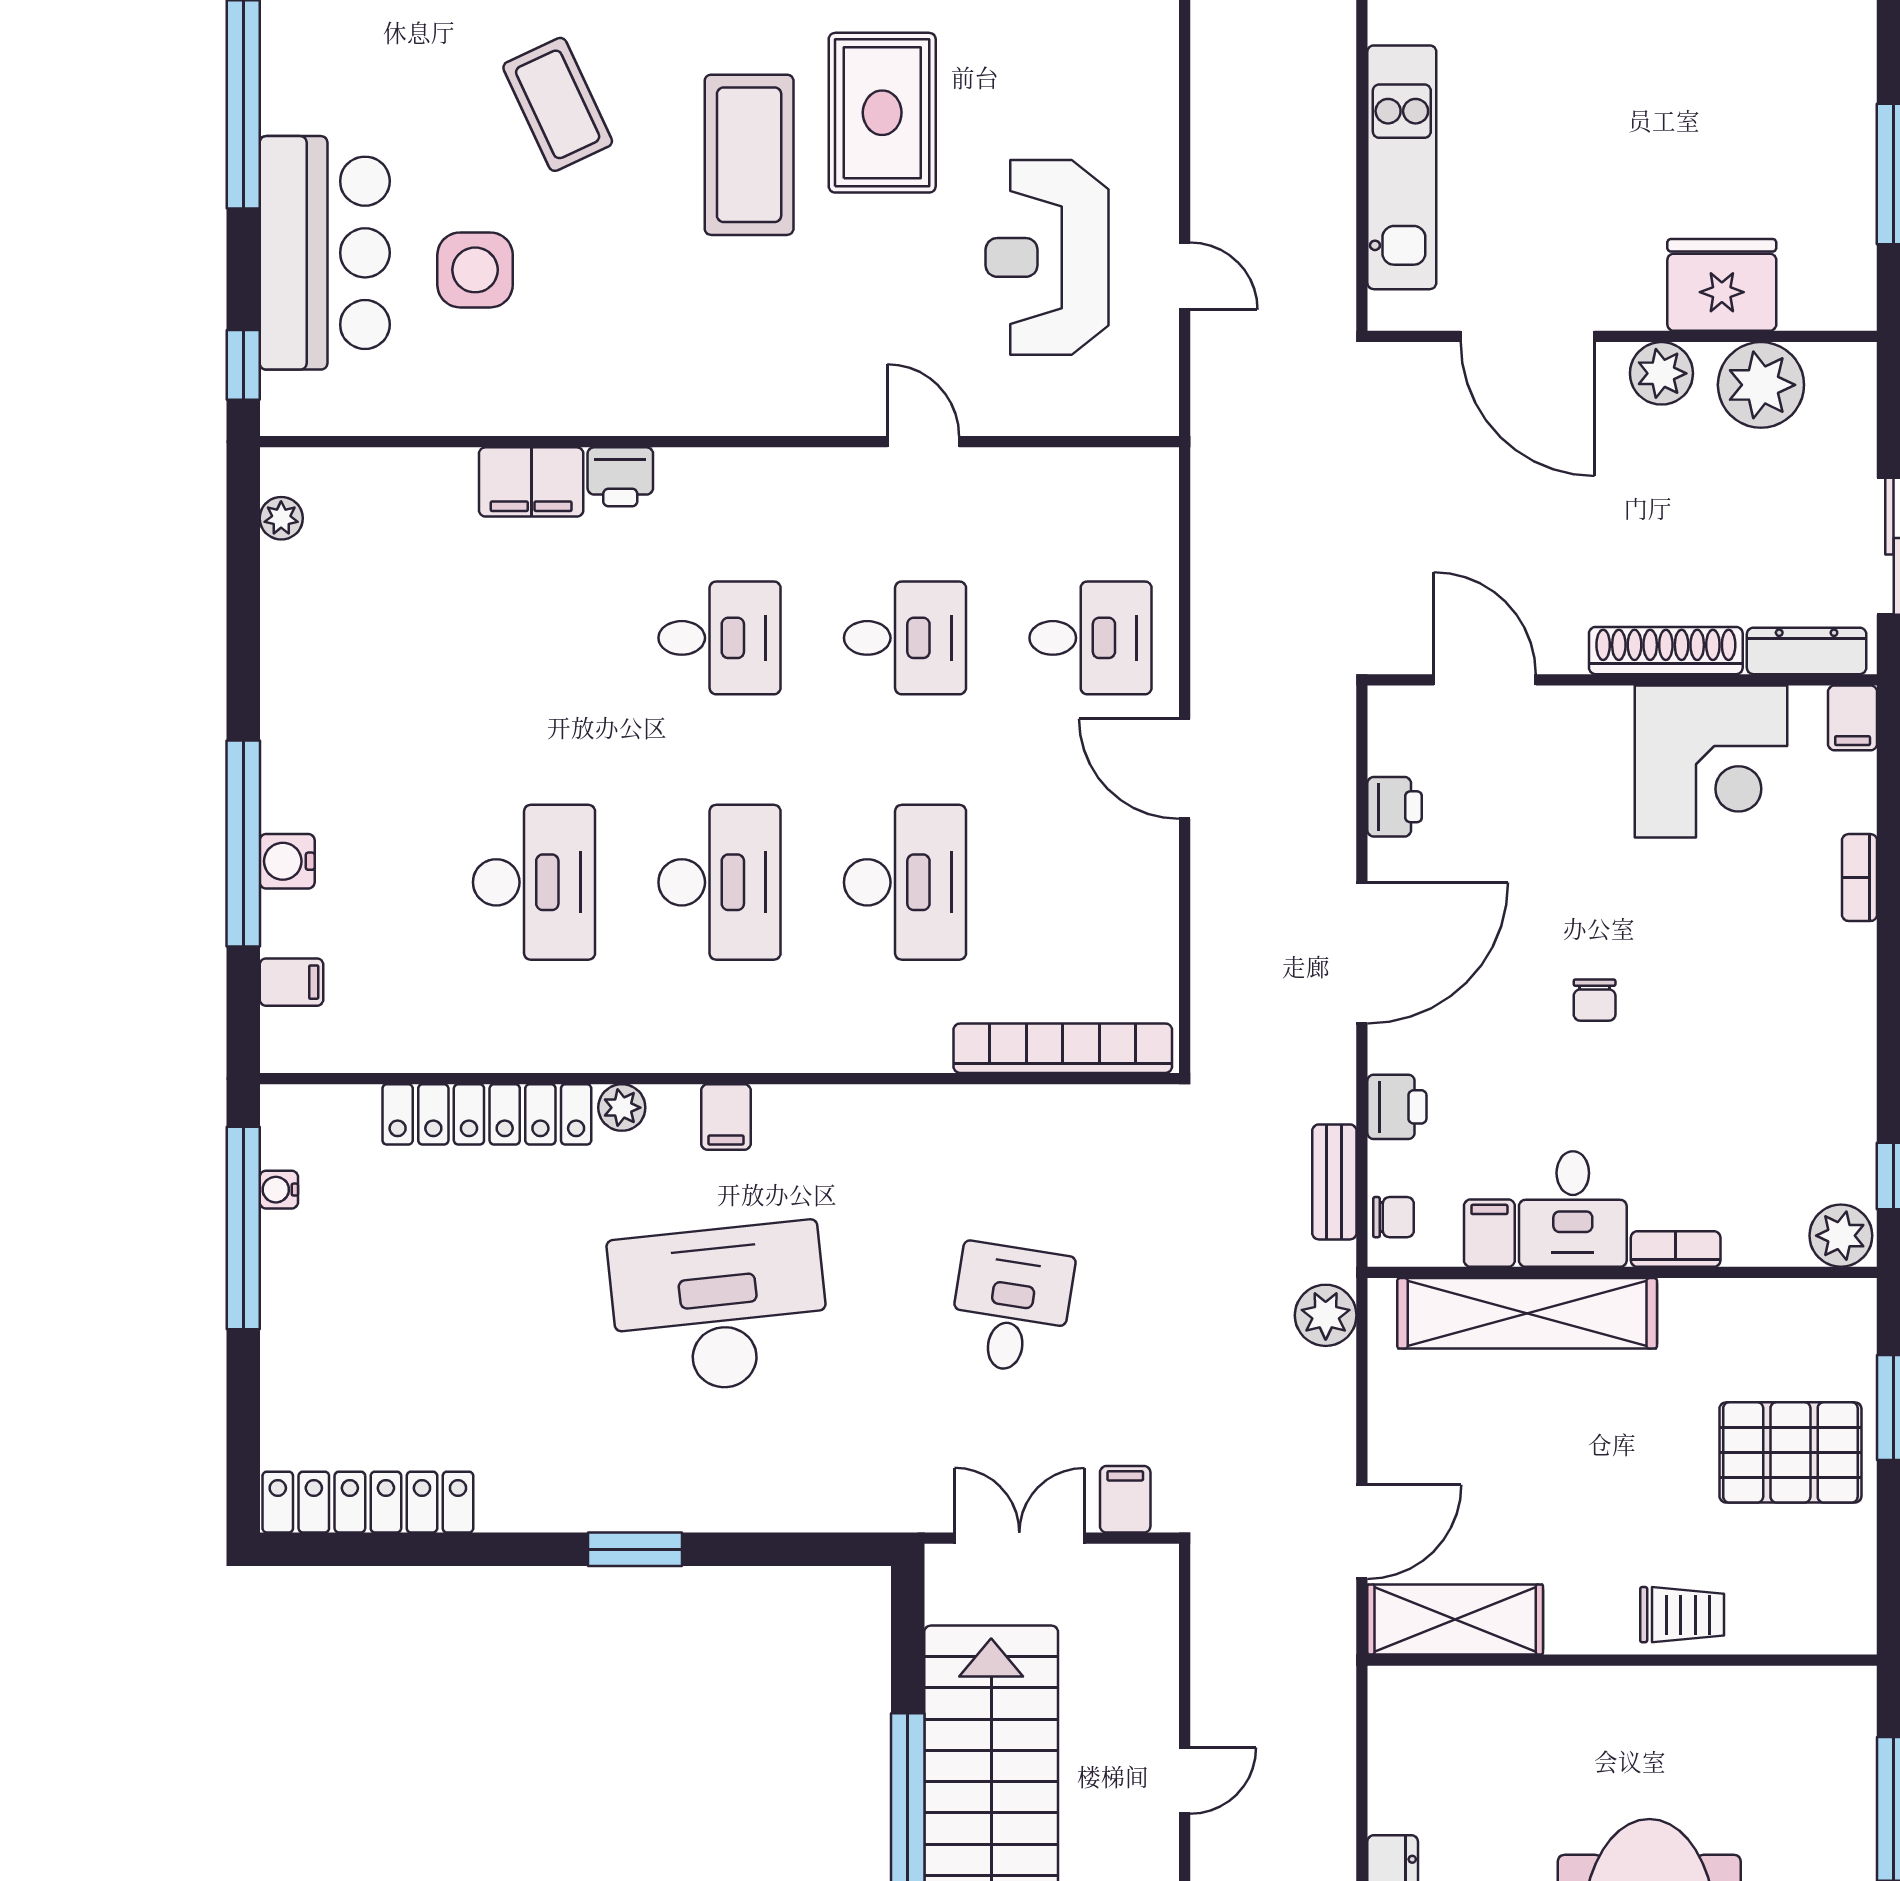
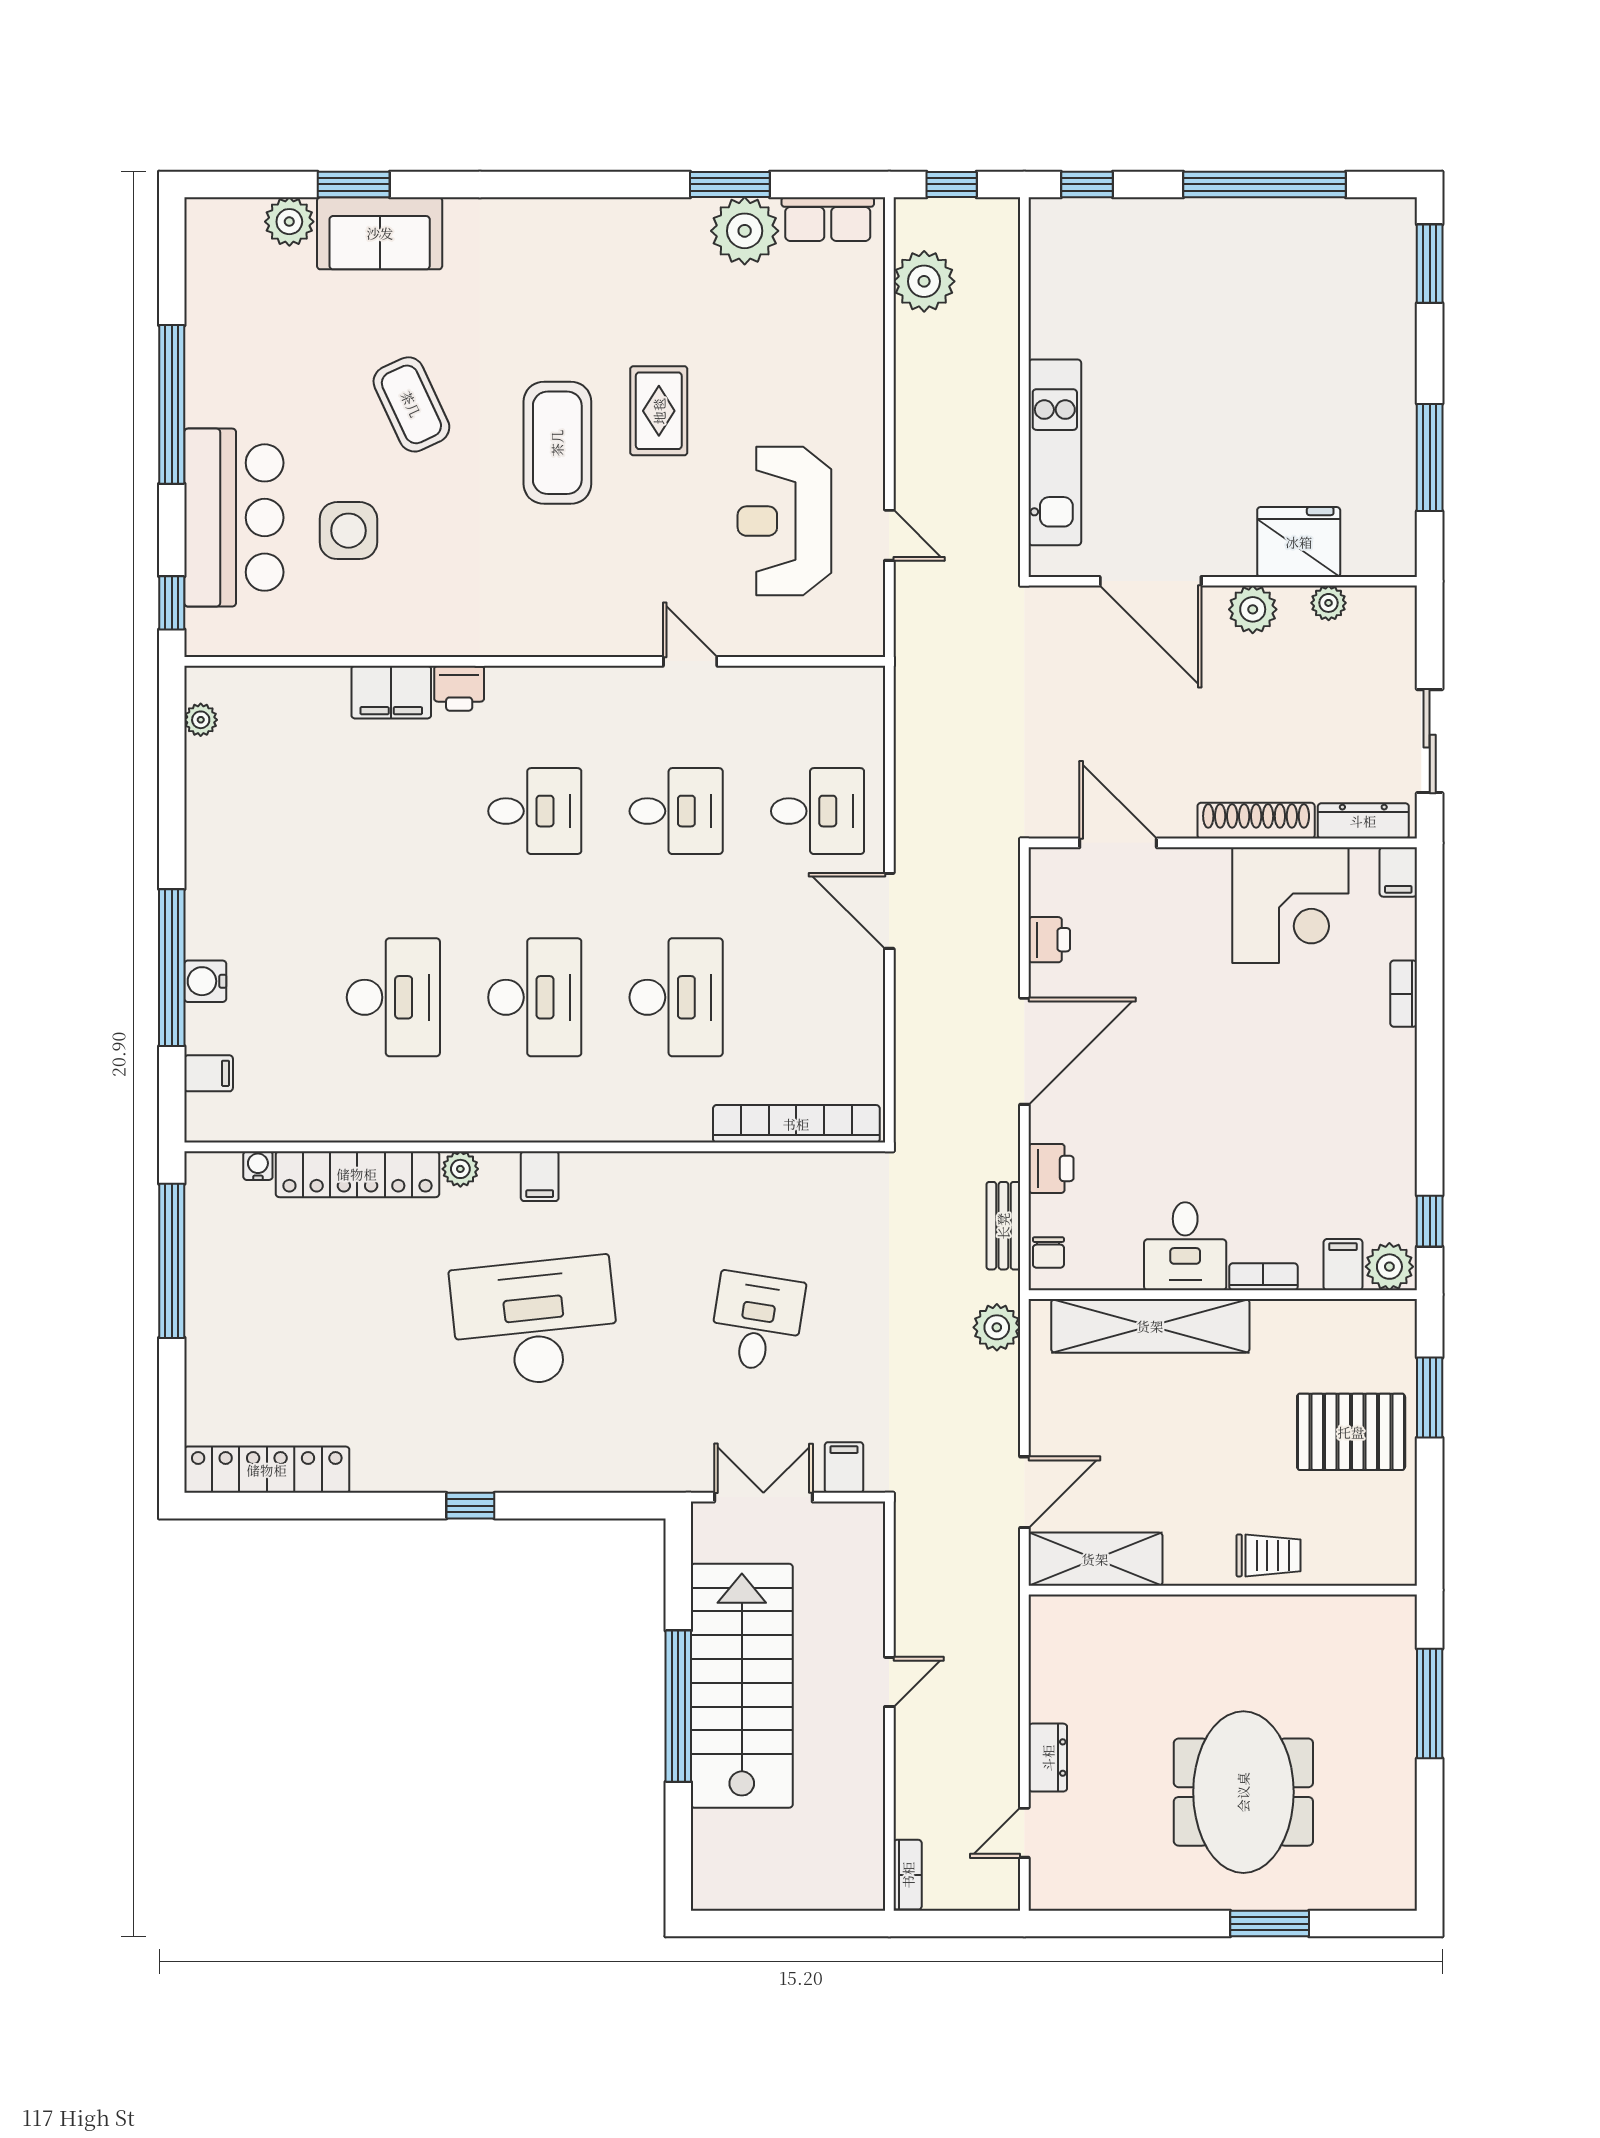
rug: (882, 113) -> (659, 411), width x0.73, depth x0.70
plant: (1761, 385) -> (1329, 603), width x0.53, depth x0.53
chair: (1595, 1000) -> (1202, 1087), removed
water cooler: (279, 1190) -> (258, 1166), moved, turned 90
chair: (1393, 1217) -> (1048, 1252), turned 90
filing cabinet: (1489, 1233) -> (1343, 1265), moved
window: (635, 1549) -> (470, 1506), width x0.67

